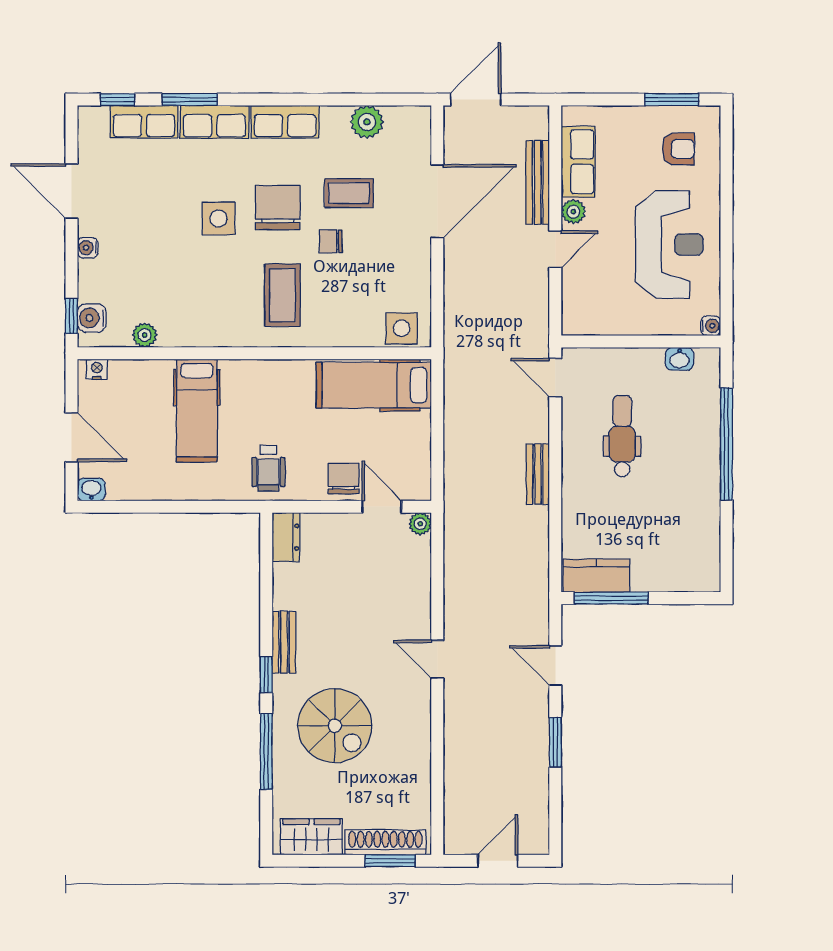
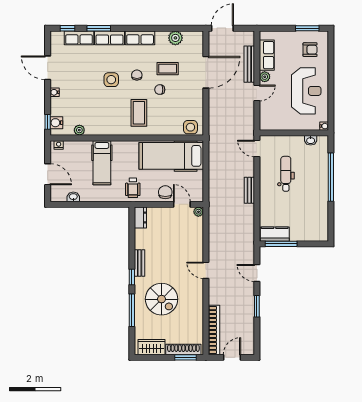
chair: (278, 208) -> (137, 75), width x0.54, depth x0.54
hospital bed: (374, 385) -> (171, 156), width x1.37, depth x1.29
washbasin: (91, 489) -> (73, 197), moved
bookcase: (456, 797) -> (214, 330), added

